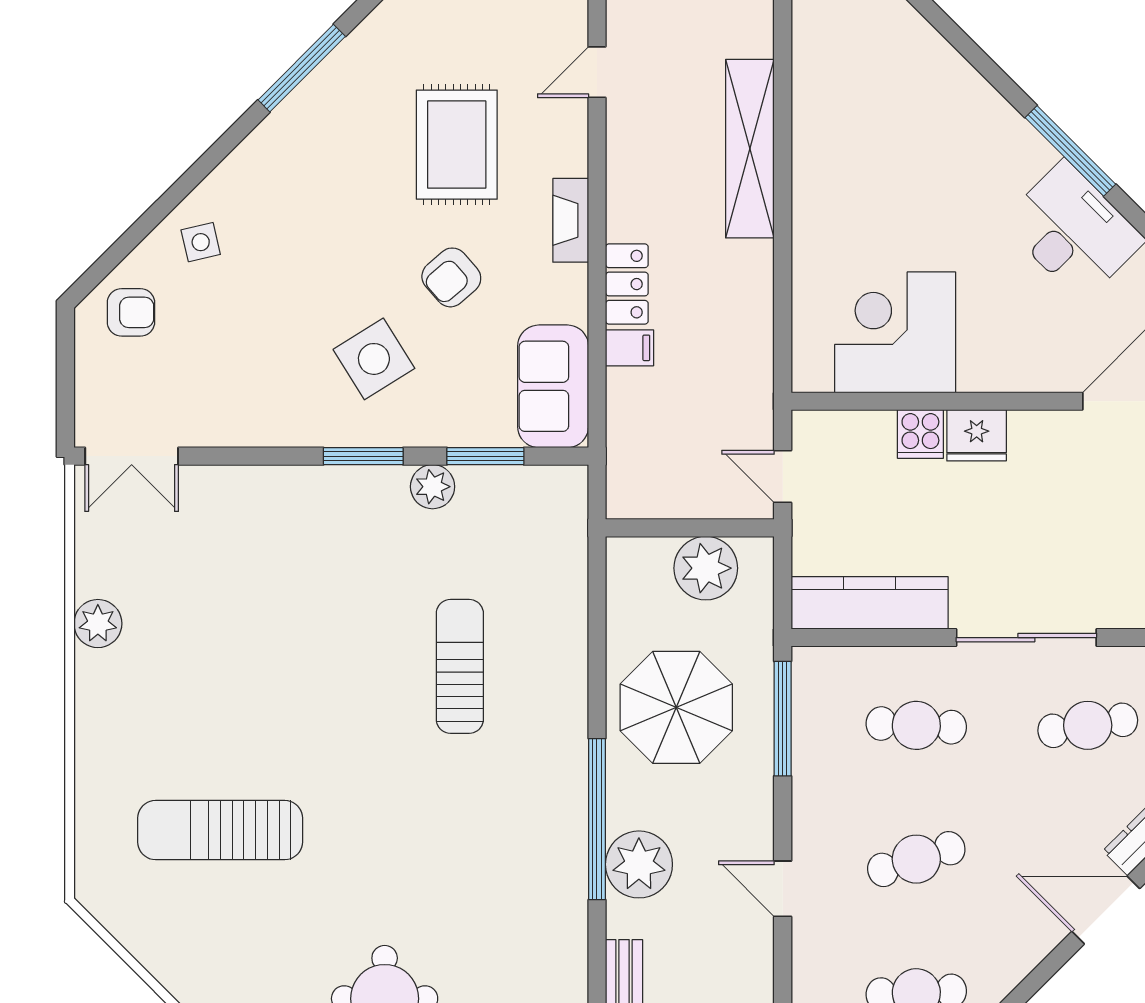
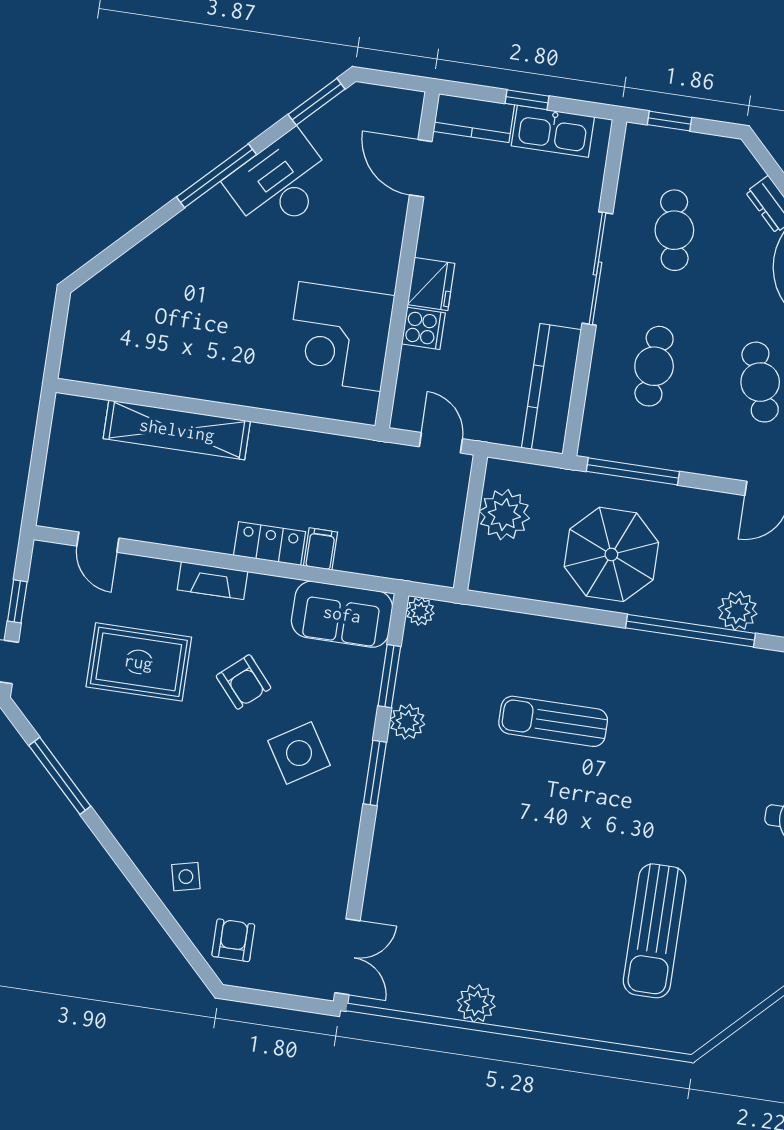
door: (783, 476) -> (441, 443), swing flipped
plant: (571, 482) -> (420, 611), added
plant: (639, 864) -> (738, 611), width x0.73, depth x0.73

